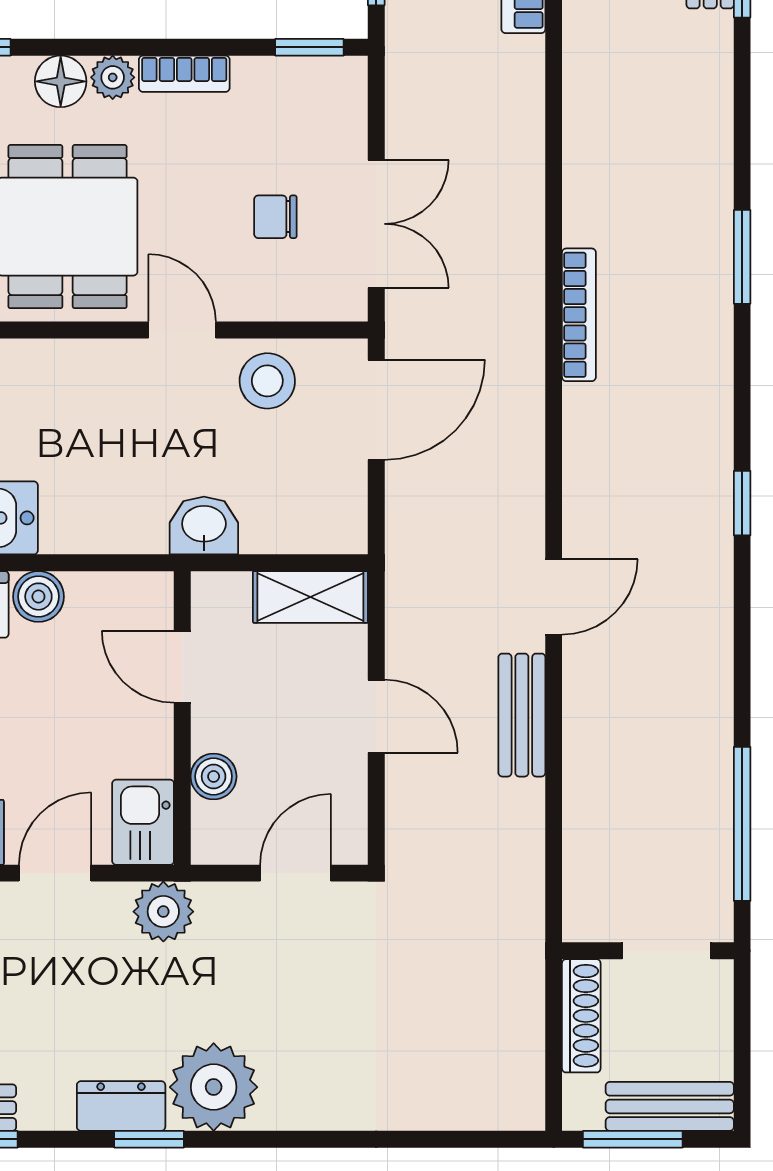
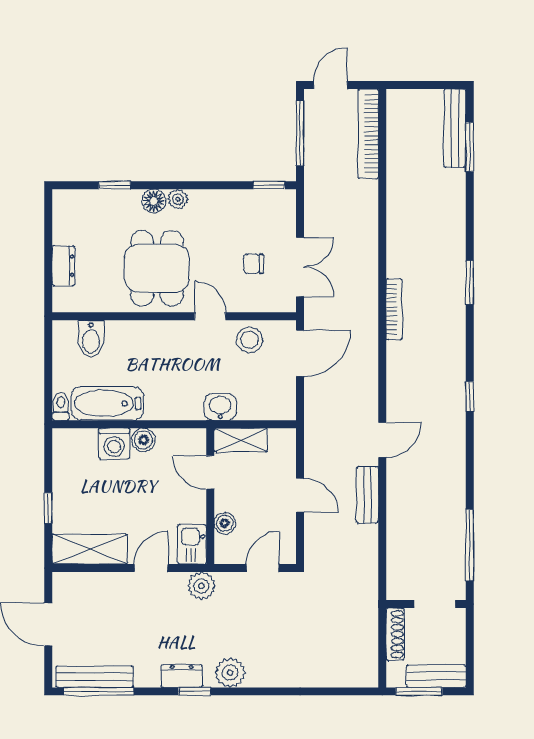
bookcase: (184, 74) -> (211, 197), removed
shelving: (310, 597) -> (241, 440), moved
plant: (214, 1087) -> (230, 673), width x0.73, depth x0.73

